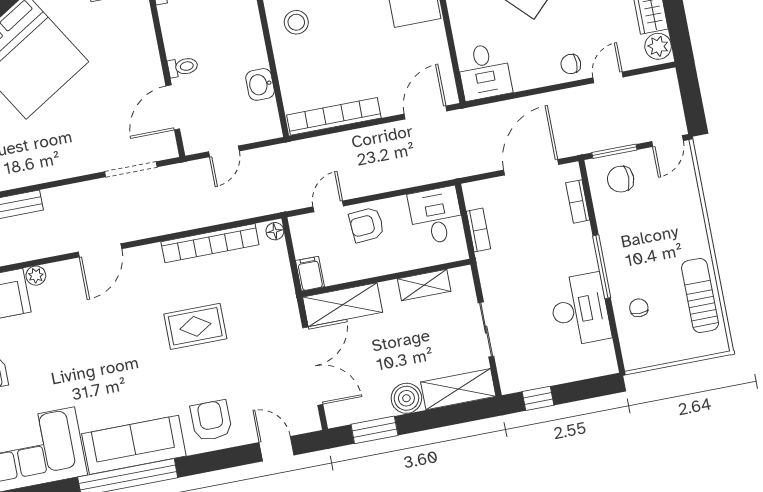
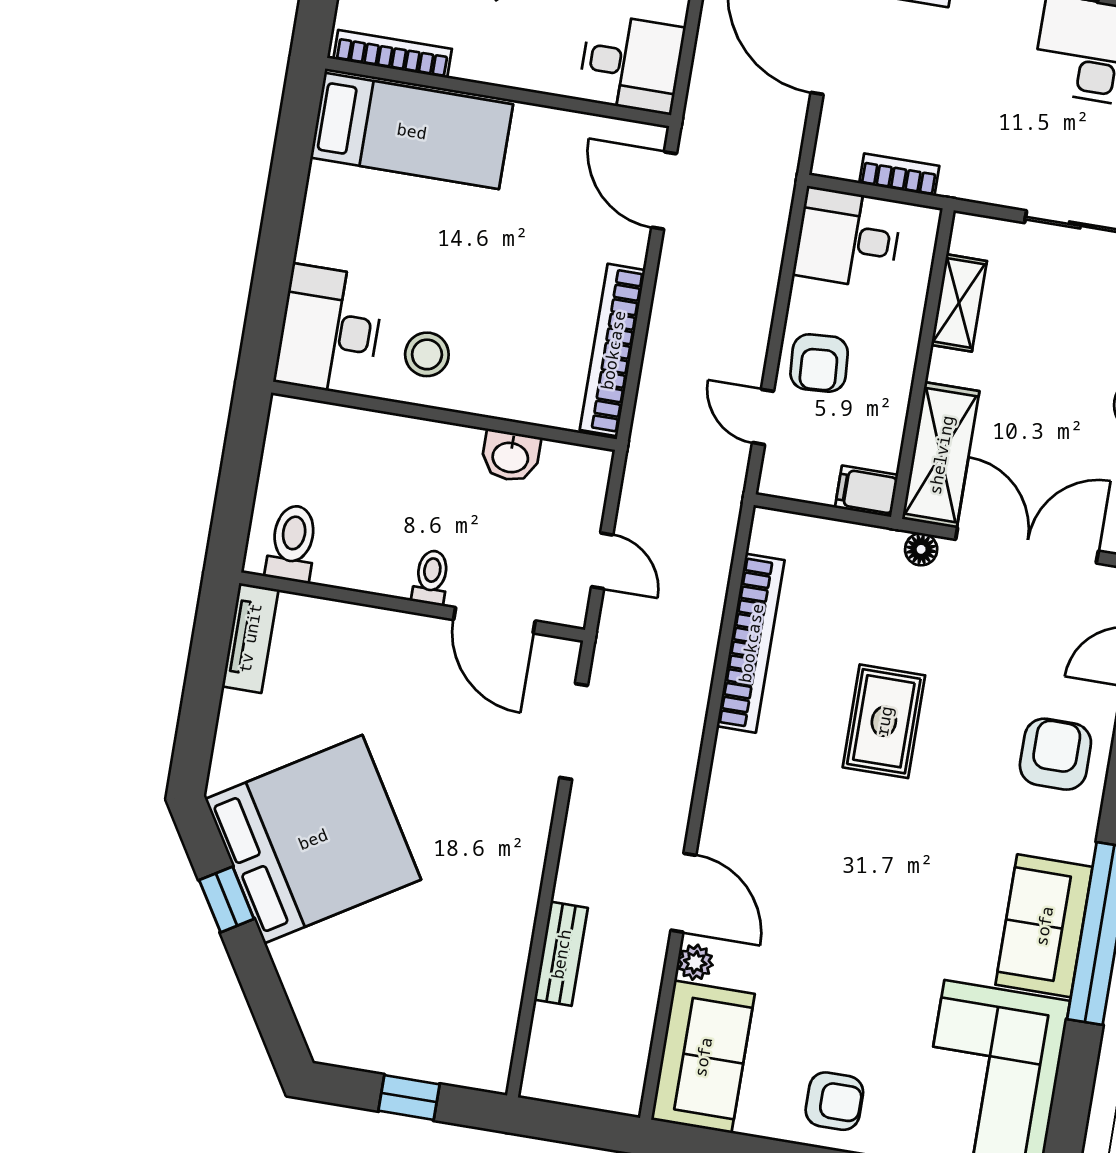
floor lamp: (275, 231) -> (921, 549), moved
door: (100, 250) -> (683, 893), moved
armchair: (211, 421) -> (1055, 754), turned 90
sofa: (134, 445) -> (1044, 926), width x0.73

